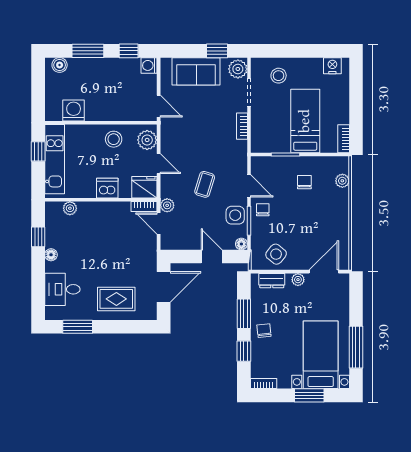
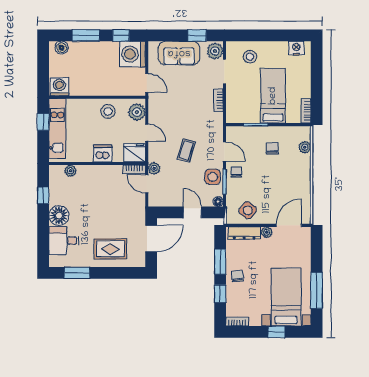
washing machine: (149, 65) -> (132, 54), width x1.89, depth x1.89
washing machine: (74, 110) -> (59, 87), moved
floor lamp: (51, 255) -> (59, 216), width x1.89, depth x1.89
dresser: (272, 281) -> (244, 233), width x1.44
window: (309, 395) -> (276, 332), width x0.67

